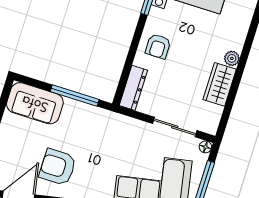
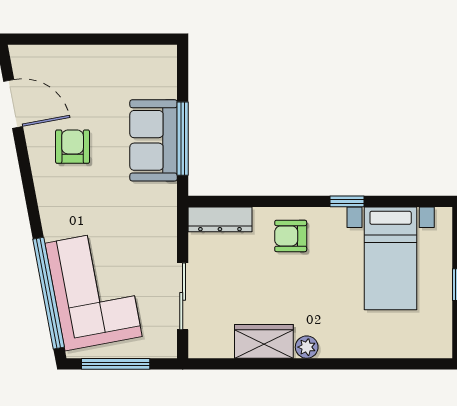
sofa: (35, 103) -> (154, 140), moved
floor lamp: (205, 147) -> (168, 349), removed
armchair: (58, 167) -> (73, 147), width x0.72, depth x0.72

